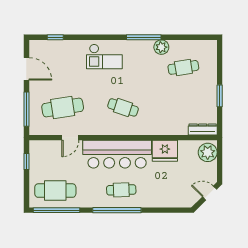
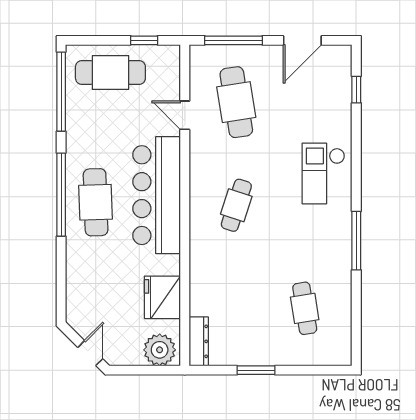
plant: (161, 47) -> (339, 271), removed
fridge: (165, 151) -> (162, 297), moved
cafe table: (121, 190) -> (96, 202), width x1.37, depth x1.35
cafe table: (55, 191) -> (110, 72), moved, turned 90

